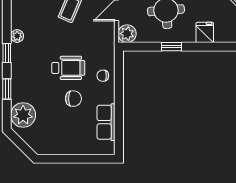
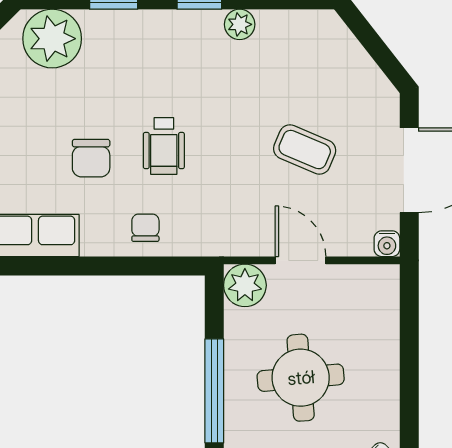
window: (172, 47) -> (214, 391), width x2.17
wheelchair: (68, 68) -> (164, 146), width x0.73, depth x0.73

